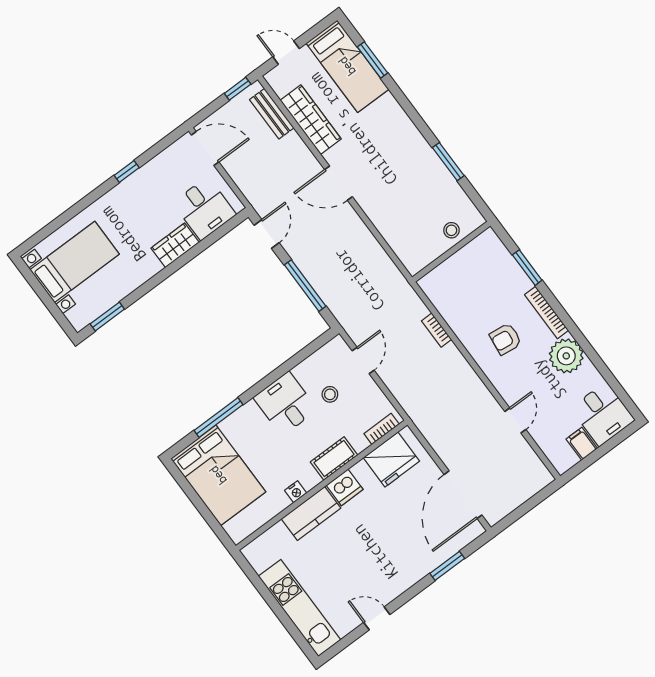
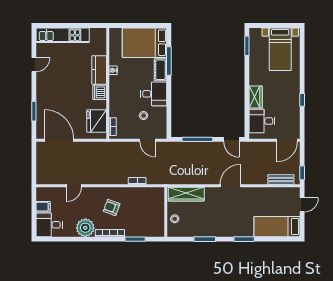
window: (372, 60) -> (244, 239), moved
wardrobe: (311, 120) -> (186, 194), moved
armchair: (506, 339) -> (112, 207), turned -77
door: (515, 420) -> (74, 186), hinge flipped
cot: (334, 458) -> (161, 70), moved

